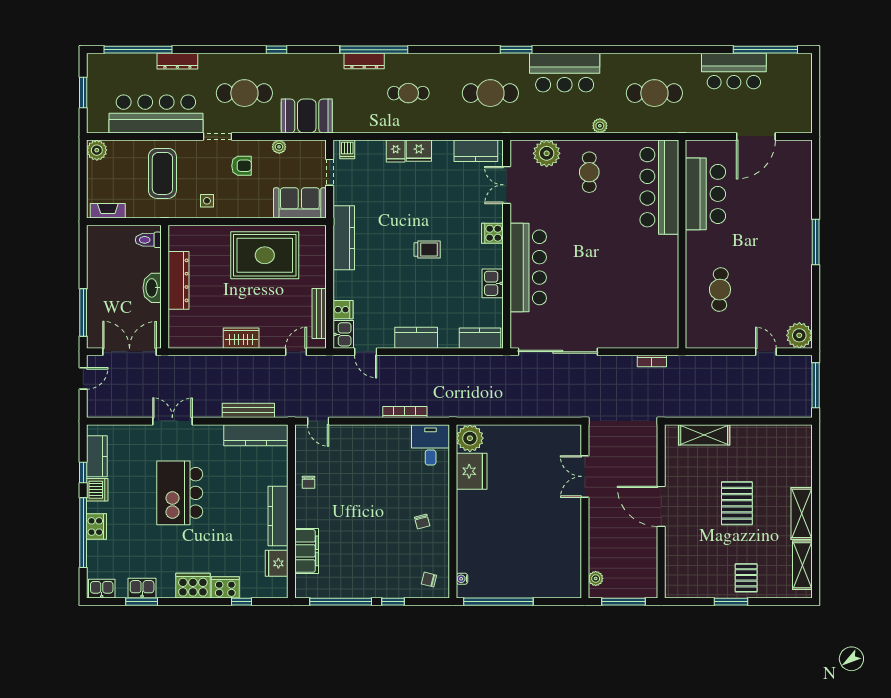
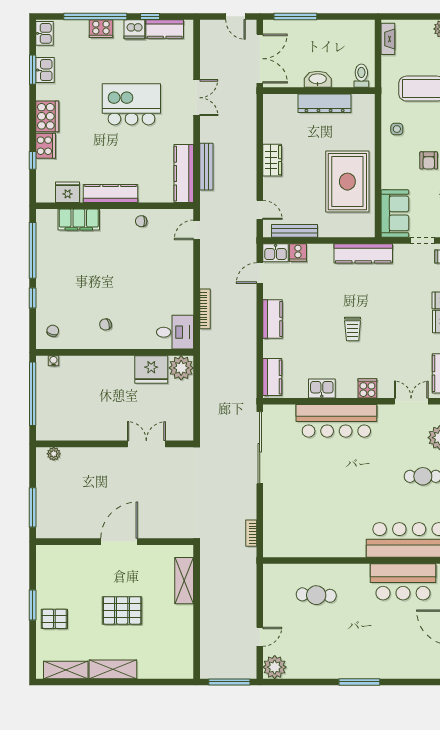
double door: (585, 476) -> (146, 444), moved
wall: (585, 511) -> (115, 444), moved
plant: (596, 579) -> (54, 454), moved

